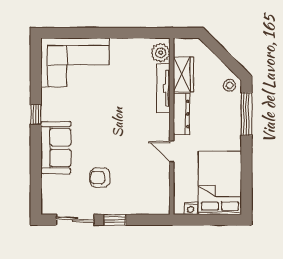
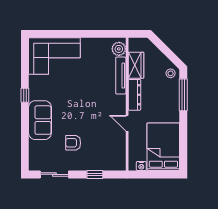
window: (115, 220) -> (95, 174), moved

